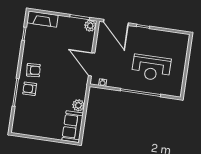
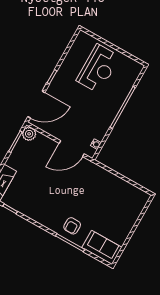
reception desk: (151, 68) -> (98, 69), moved
armchair: (33, 70) -> (54, 214), removed
plant: (78, 105) -> (111, 180), removed
sofa: (73, 127) -> (102, 247), moved, turned 180

